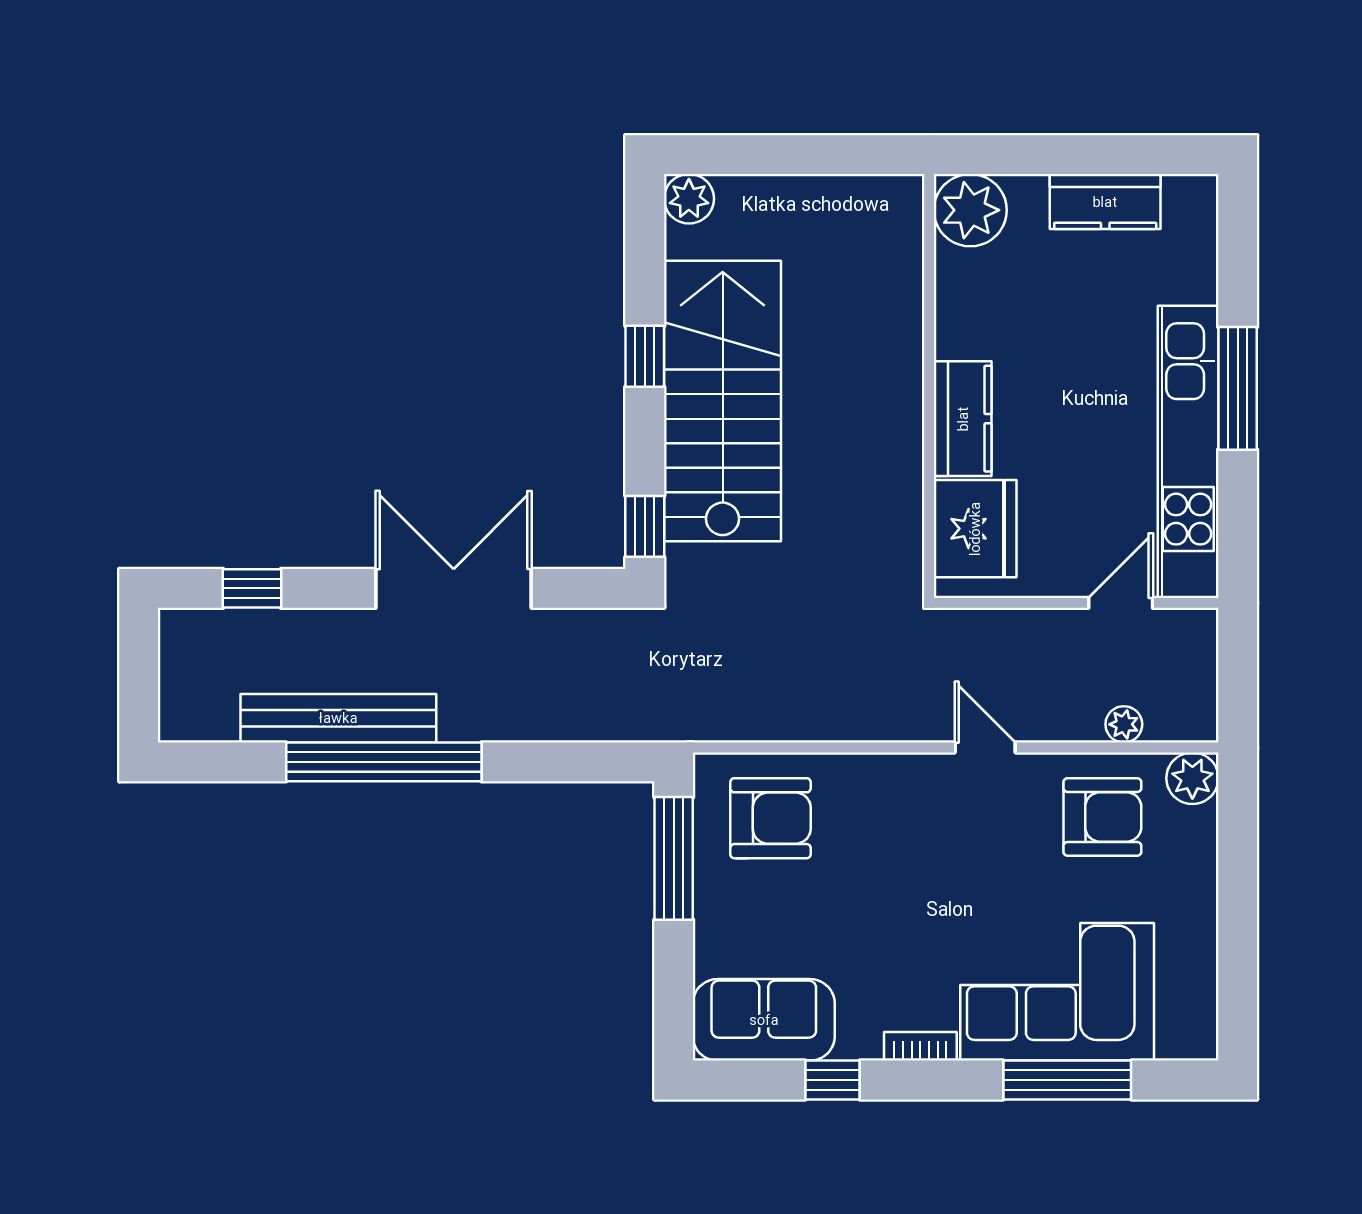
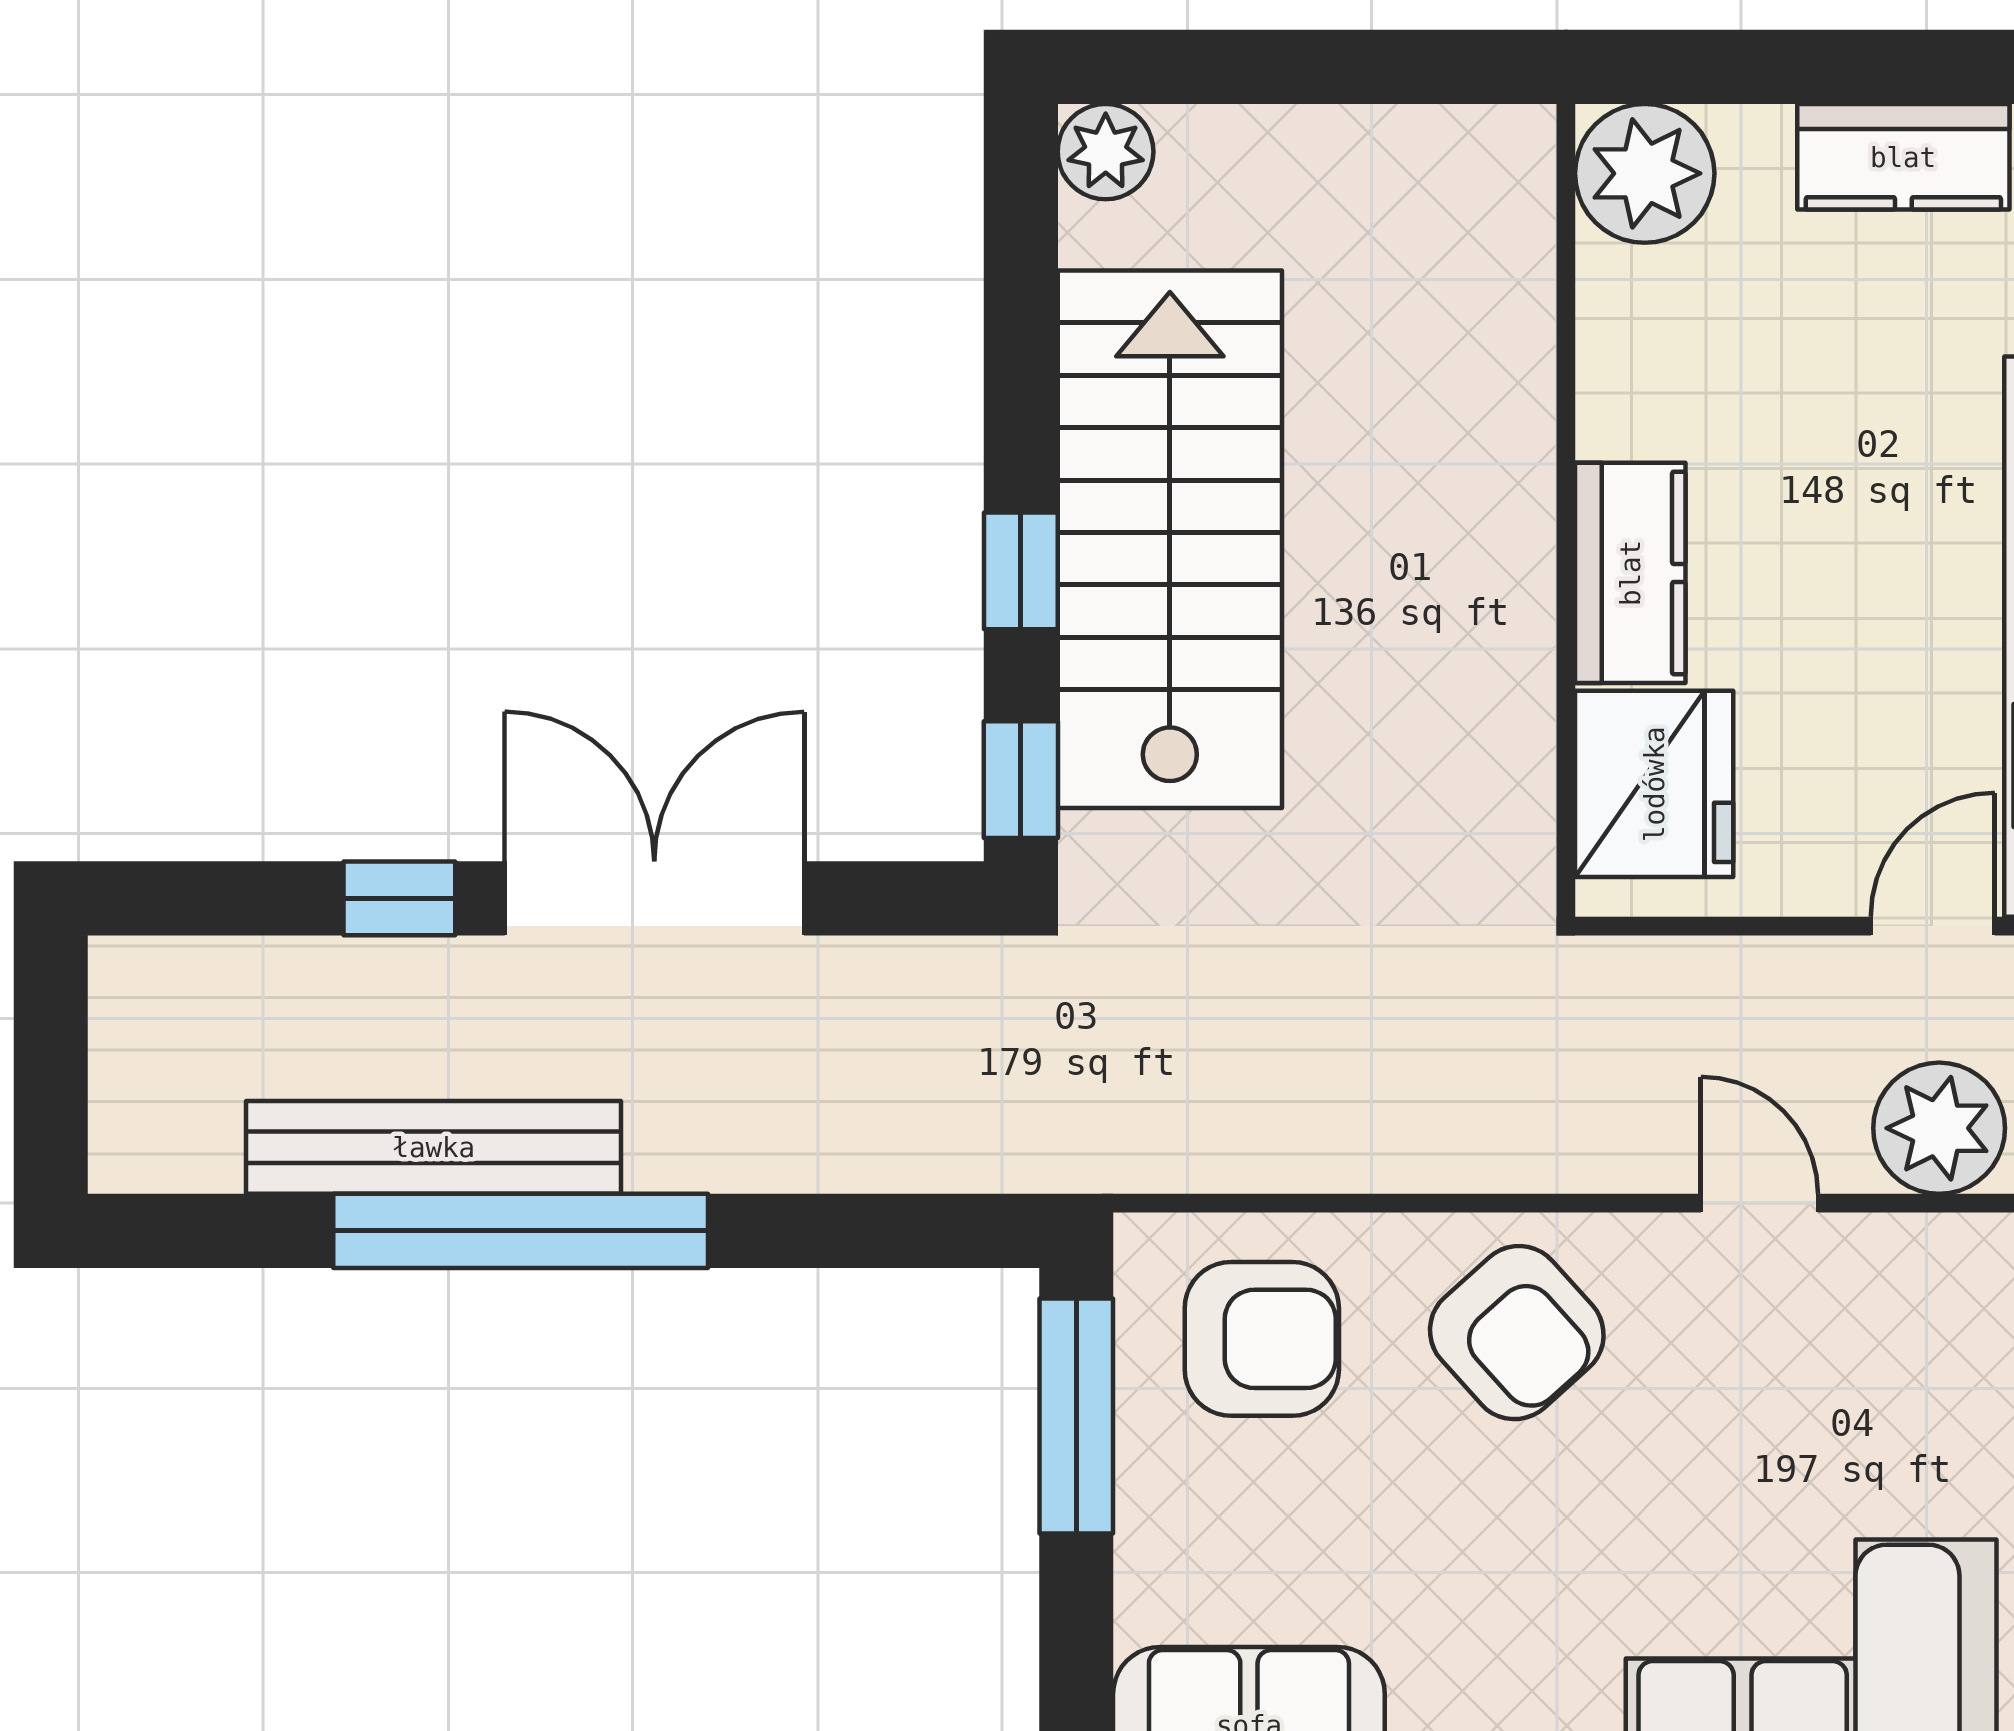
window: (645, 356) -> (1021, 571), moved
window: (252, 588) -> (399, 898), moved
plant: (1124, 724) -> (1939, 1128), width x1.88, depth x1.88
door: (985, 747) -> (1760, 1203), moved
armchair: (1102, 817) -> (1517, 1333), moved, turned 48

